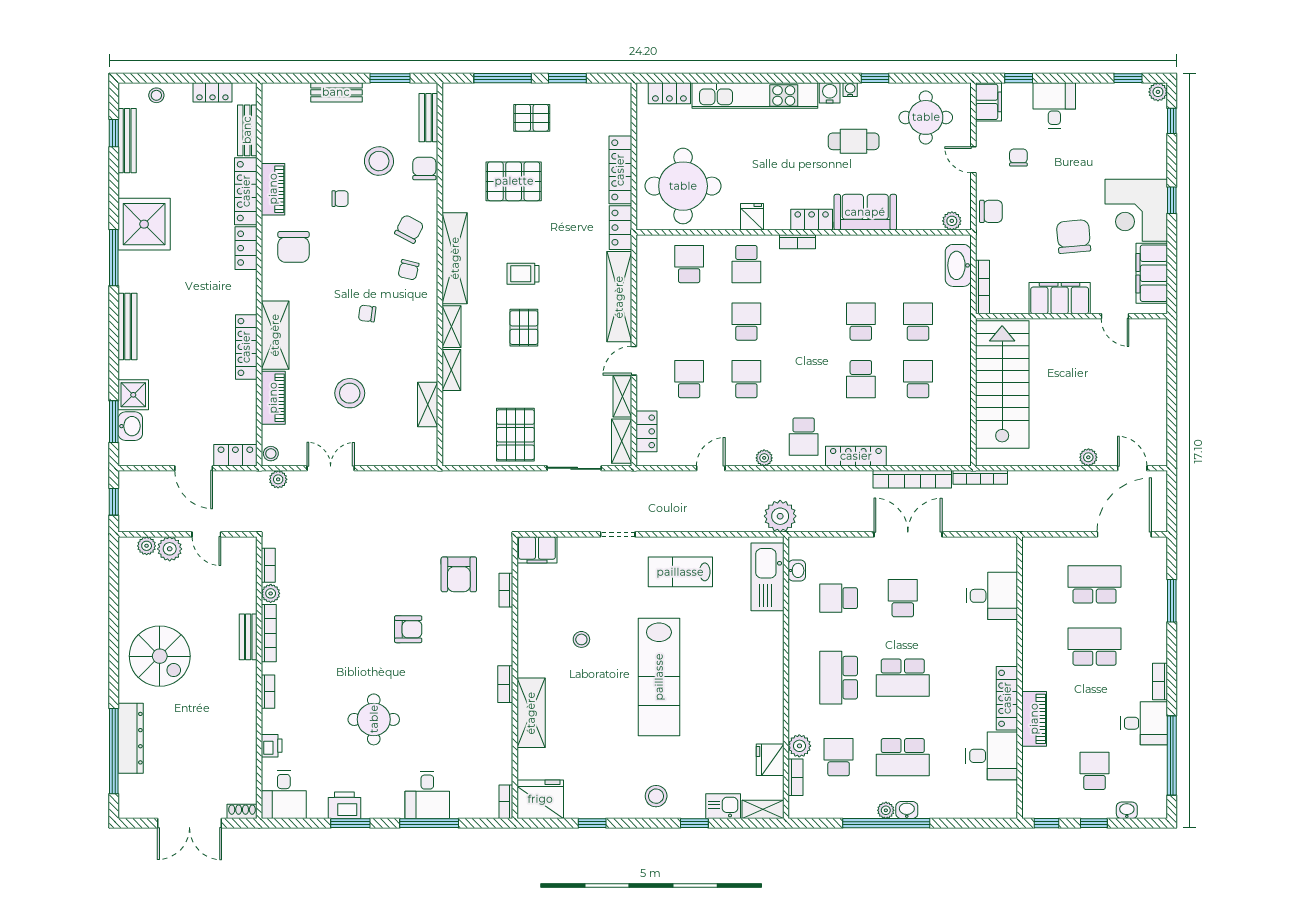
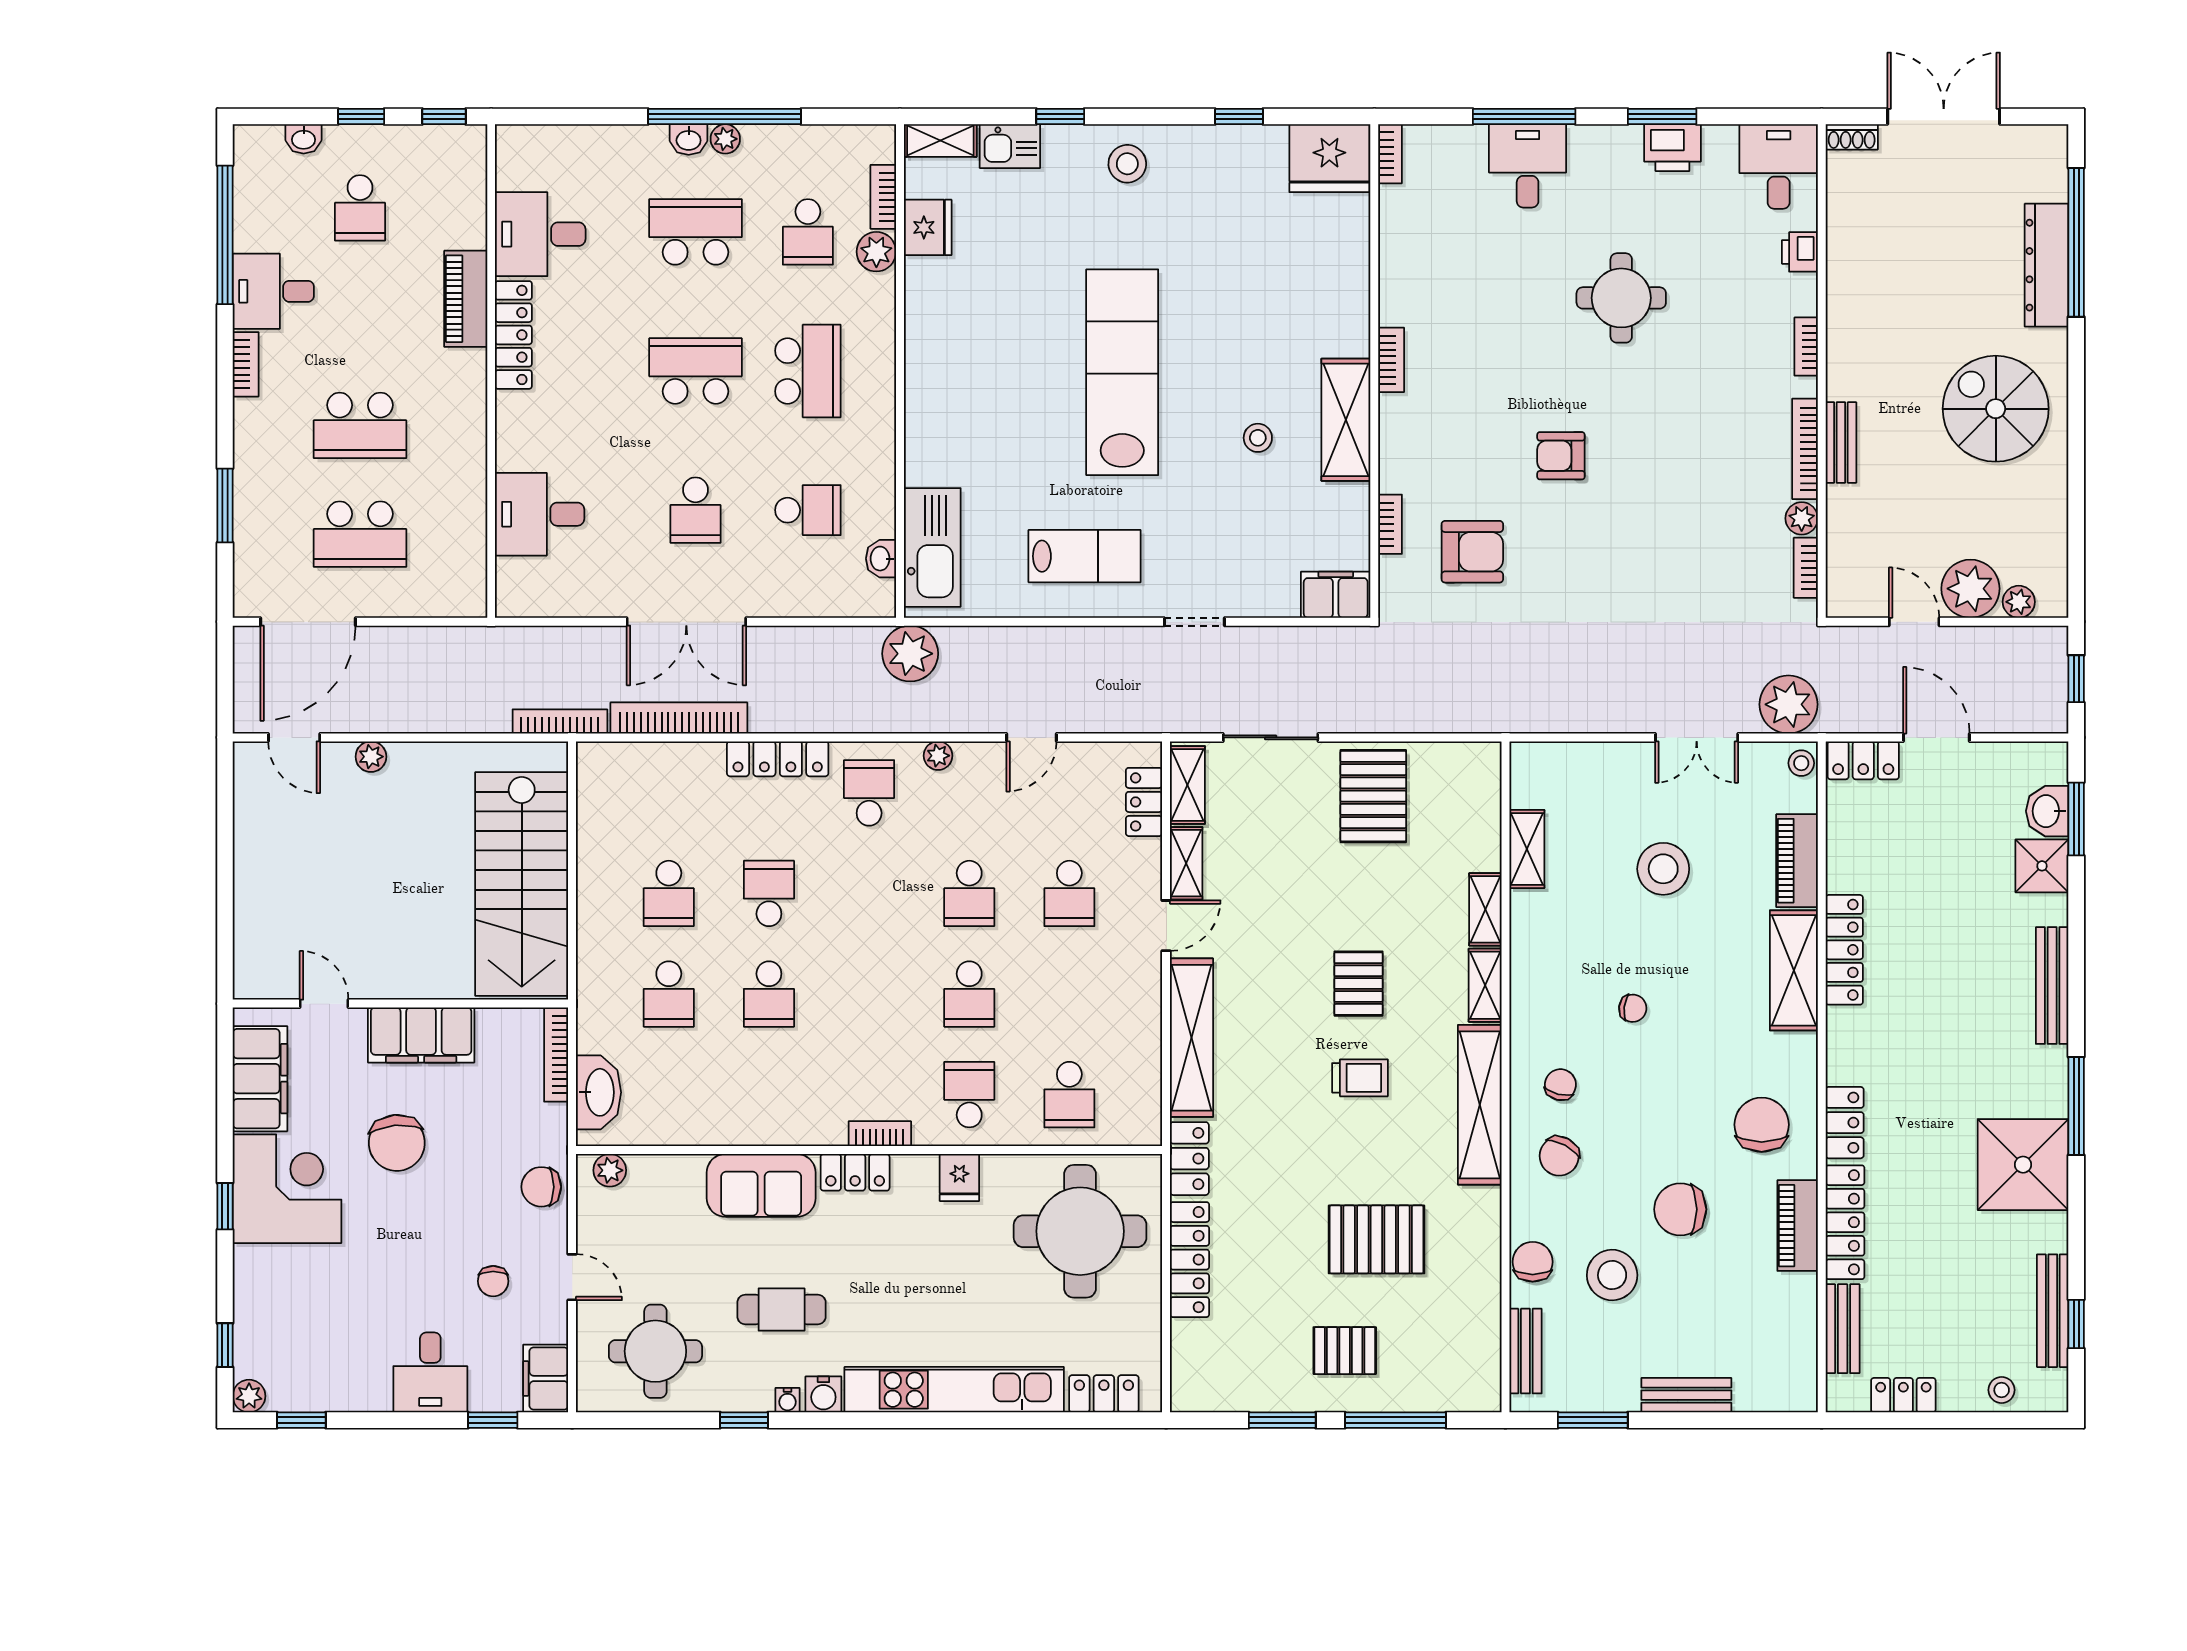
chair: (424, 169) -> (1533, 1262), turned 180
chair: (340, 199) -> (1680, 1209), width x1.87, depth x1.87
plant: (278, 479) -> (1788, 704), width x1.88, depth x1.88
plant: (170, 549) -> (1970, 589), width x1.36, depth x1.36
armchair: (459, 574) -> (1472, 552), turned 90
shelving: (531, 713) -> (1346, 420), moved

